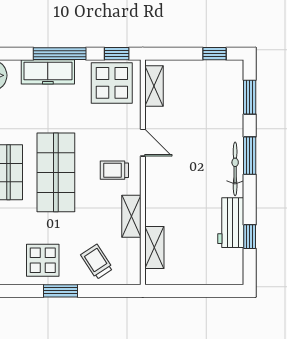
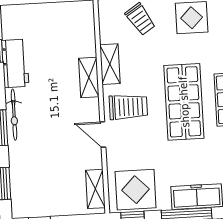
trolley: (114, 170) -> (128, 107), width x1.36, depth x1.39
shelving: (154, 248) -> (89, 77), moved

